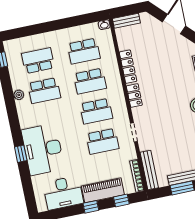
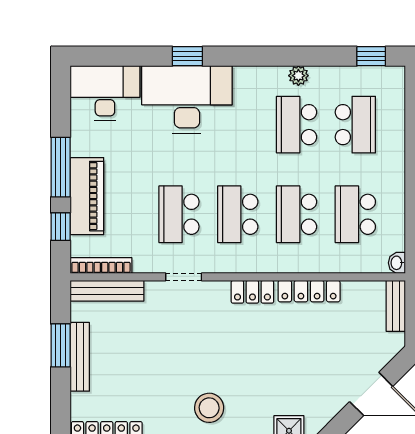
desk: (63, 193) -> (105, 93), moved, turned 90
window: (91, 207) -> (61, 167), width x2.17

